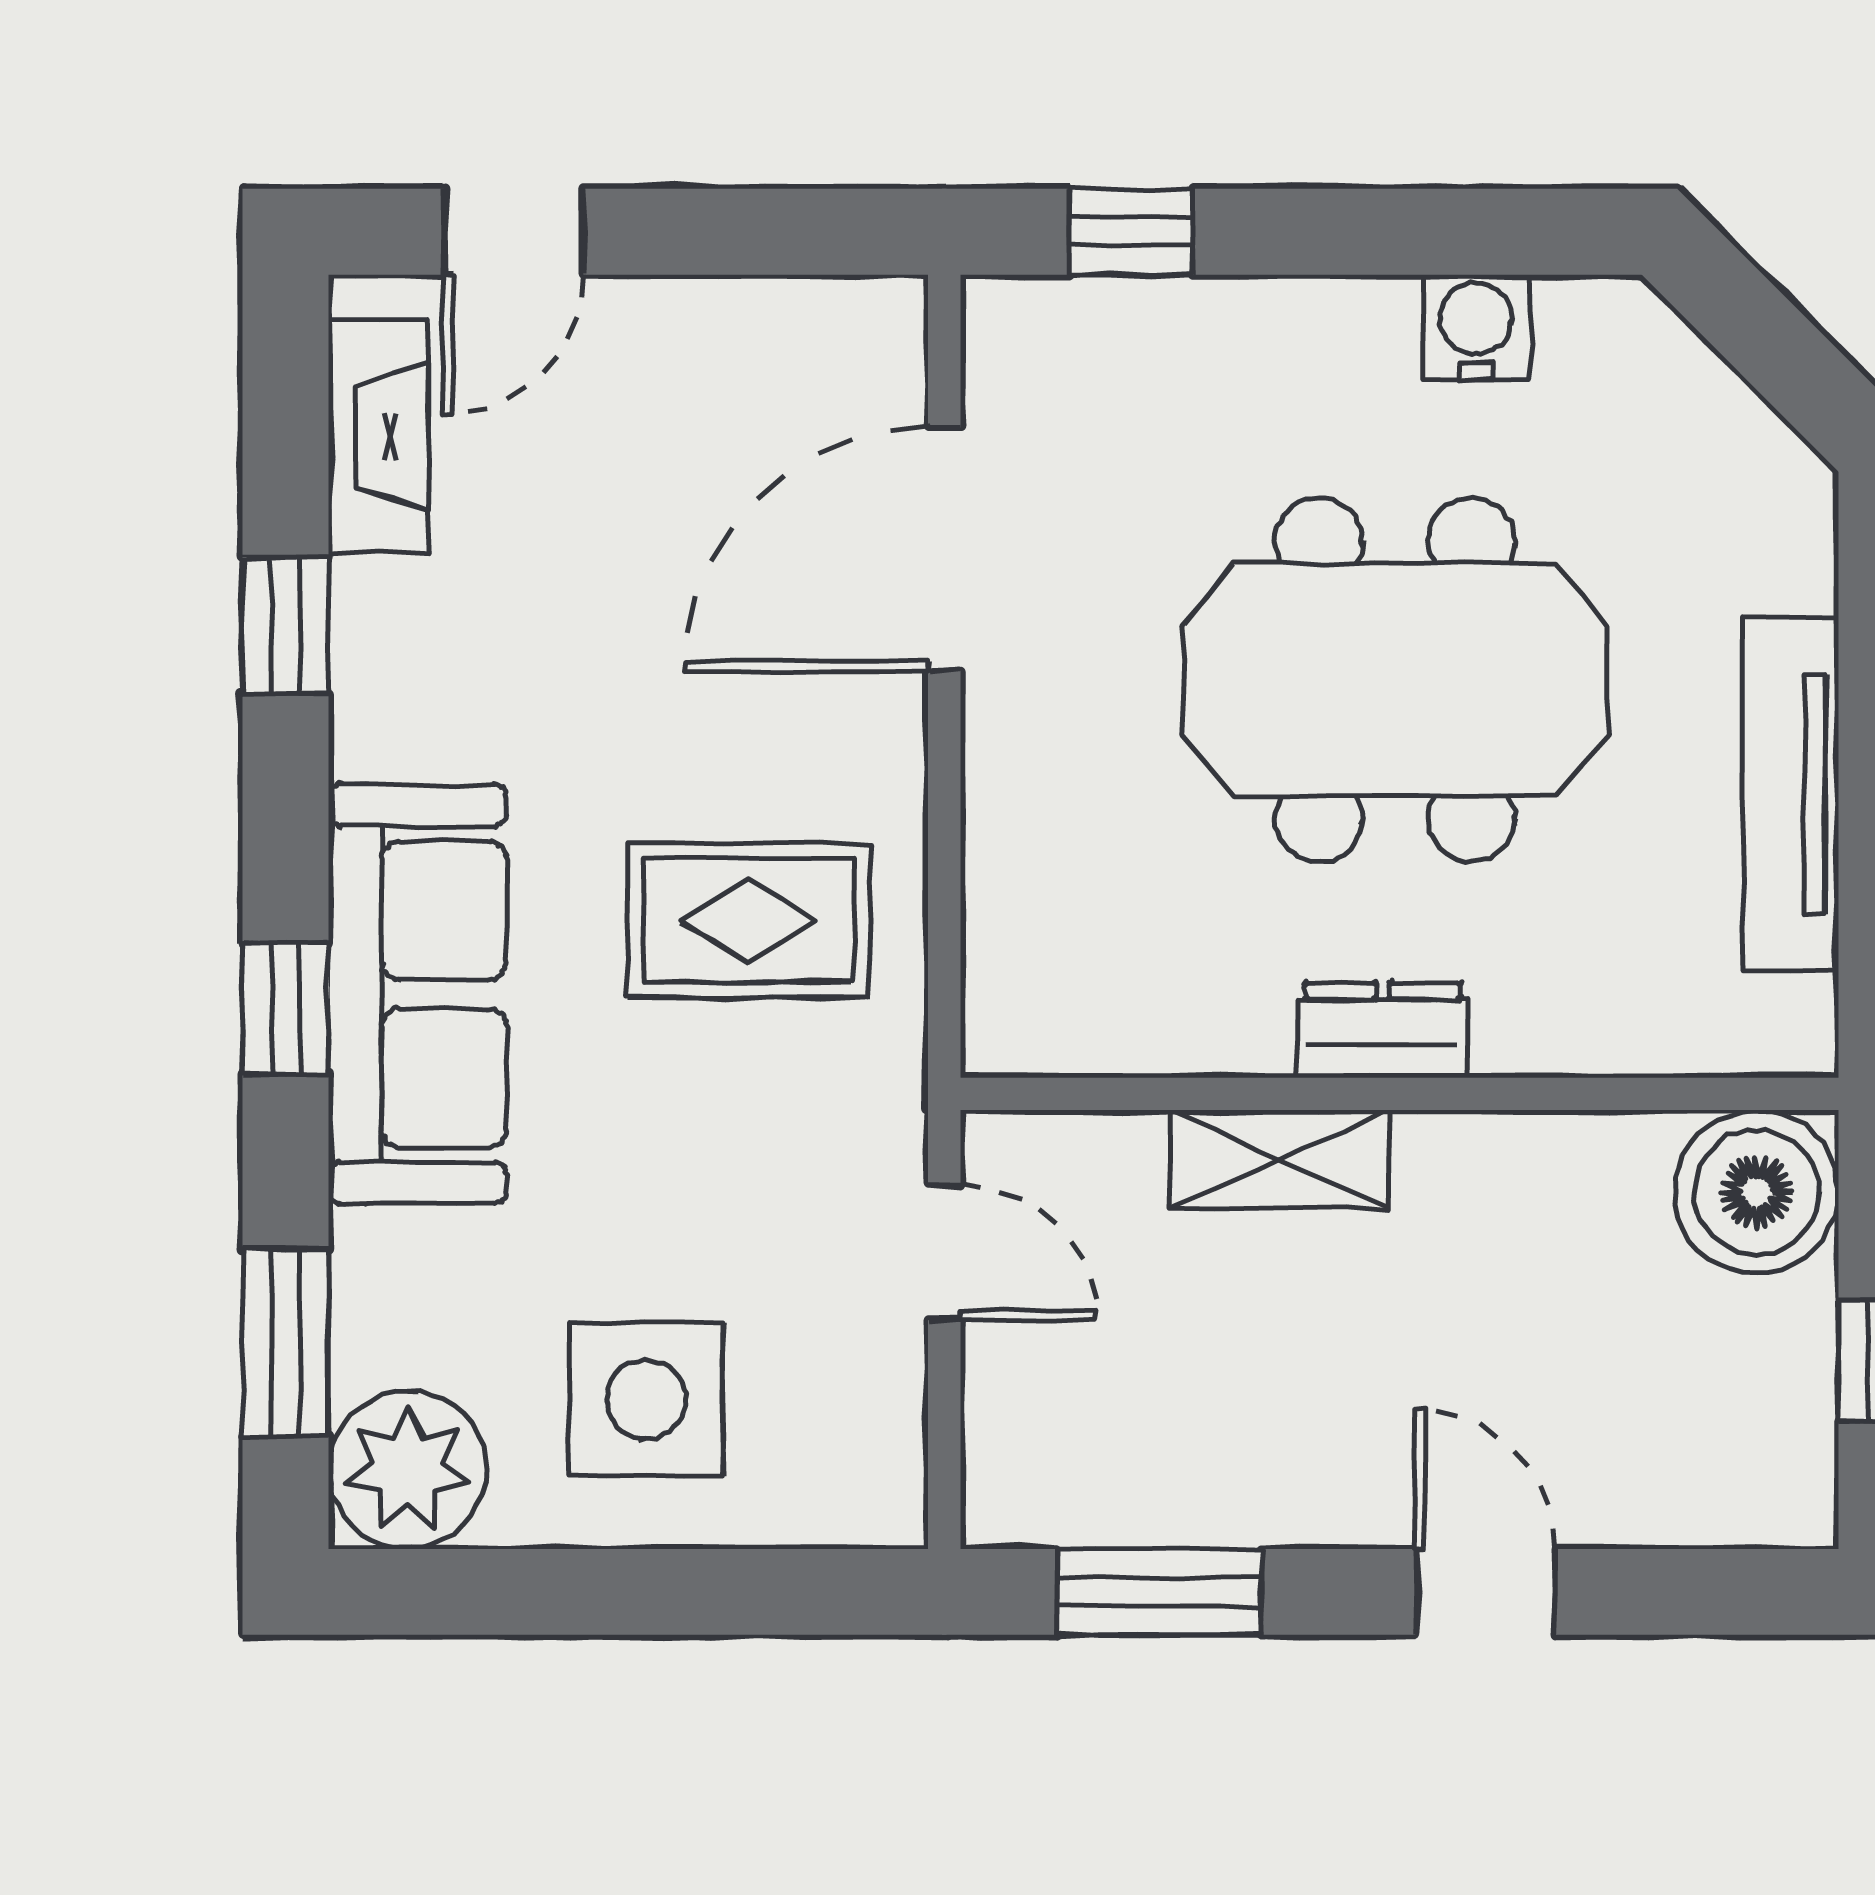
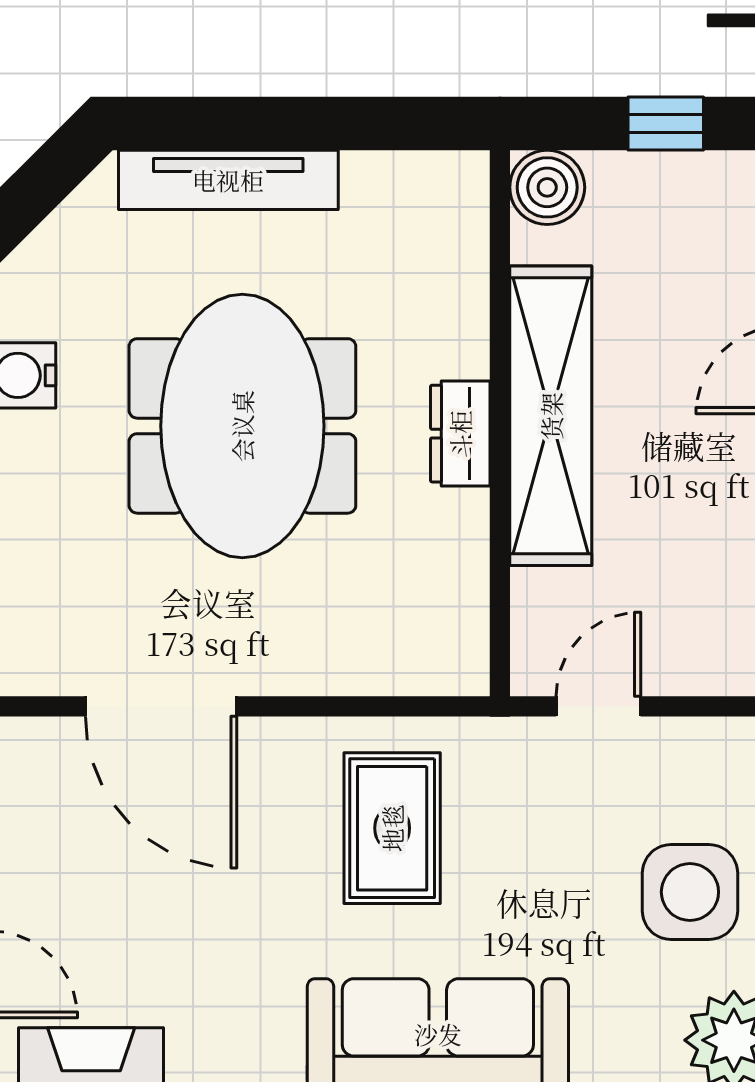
tv unit: (1791, 794) -> (228, 180), moved
shelving: (1280, 1159) -> (551, 416), width x2.20, depth x1.33
boiler: (1757, 1192) -> (547, 187), width x0.73, depth x0.73

